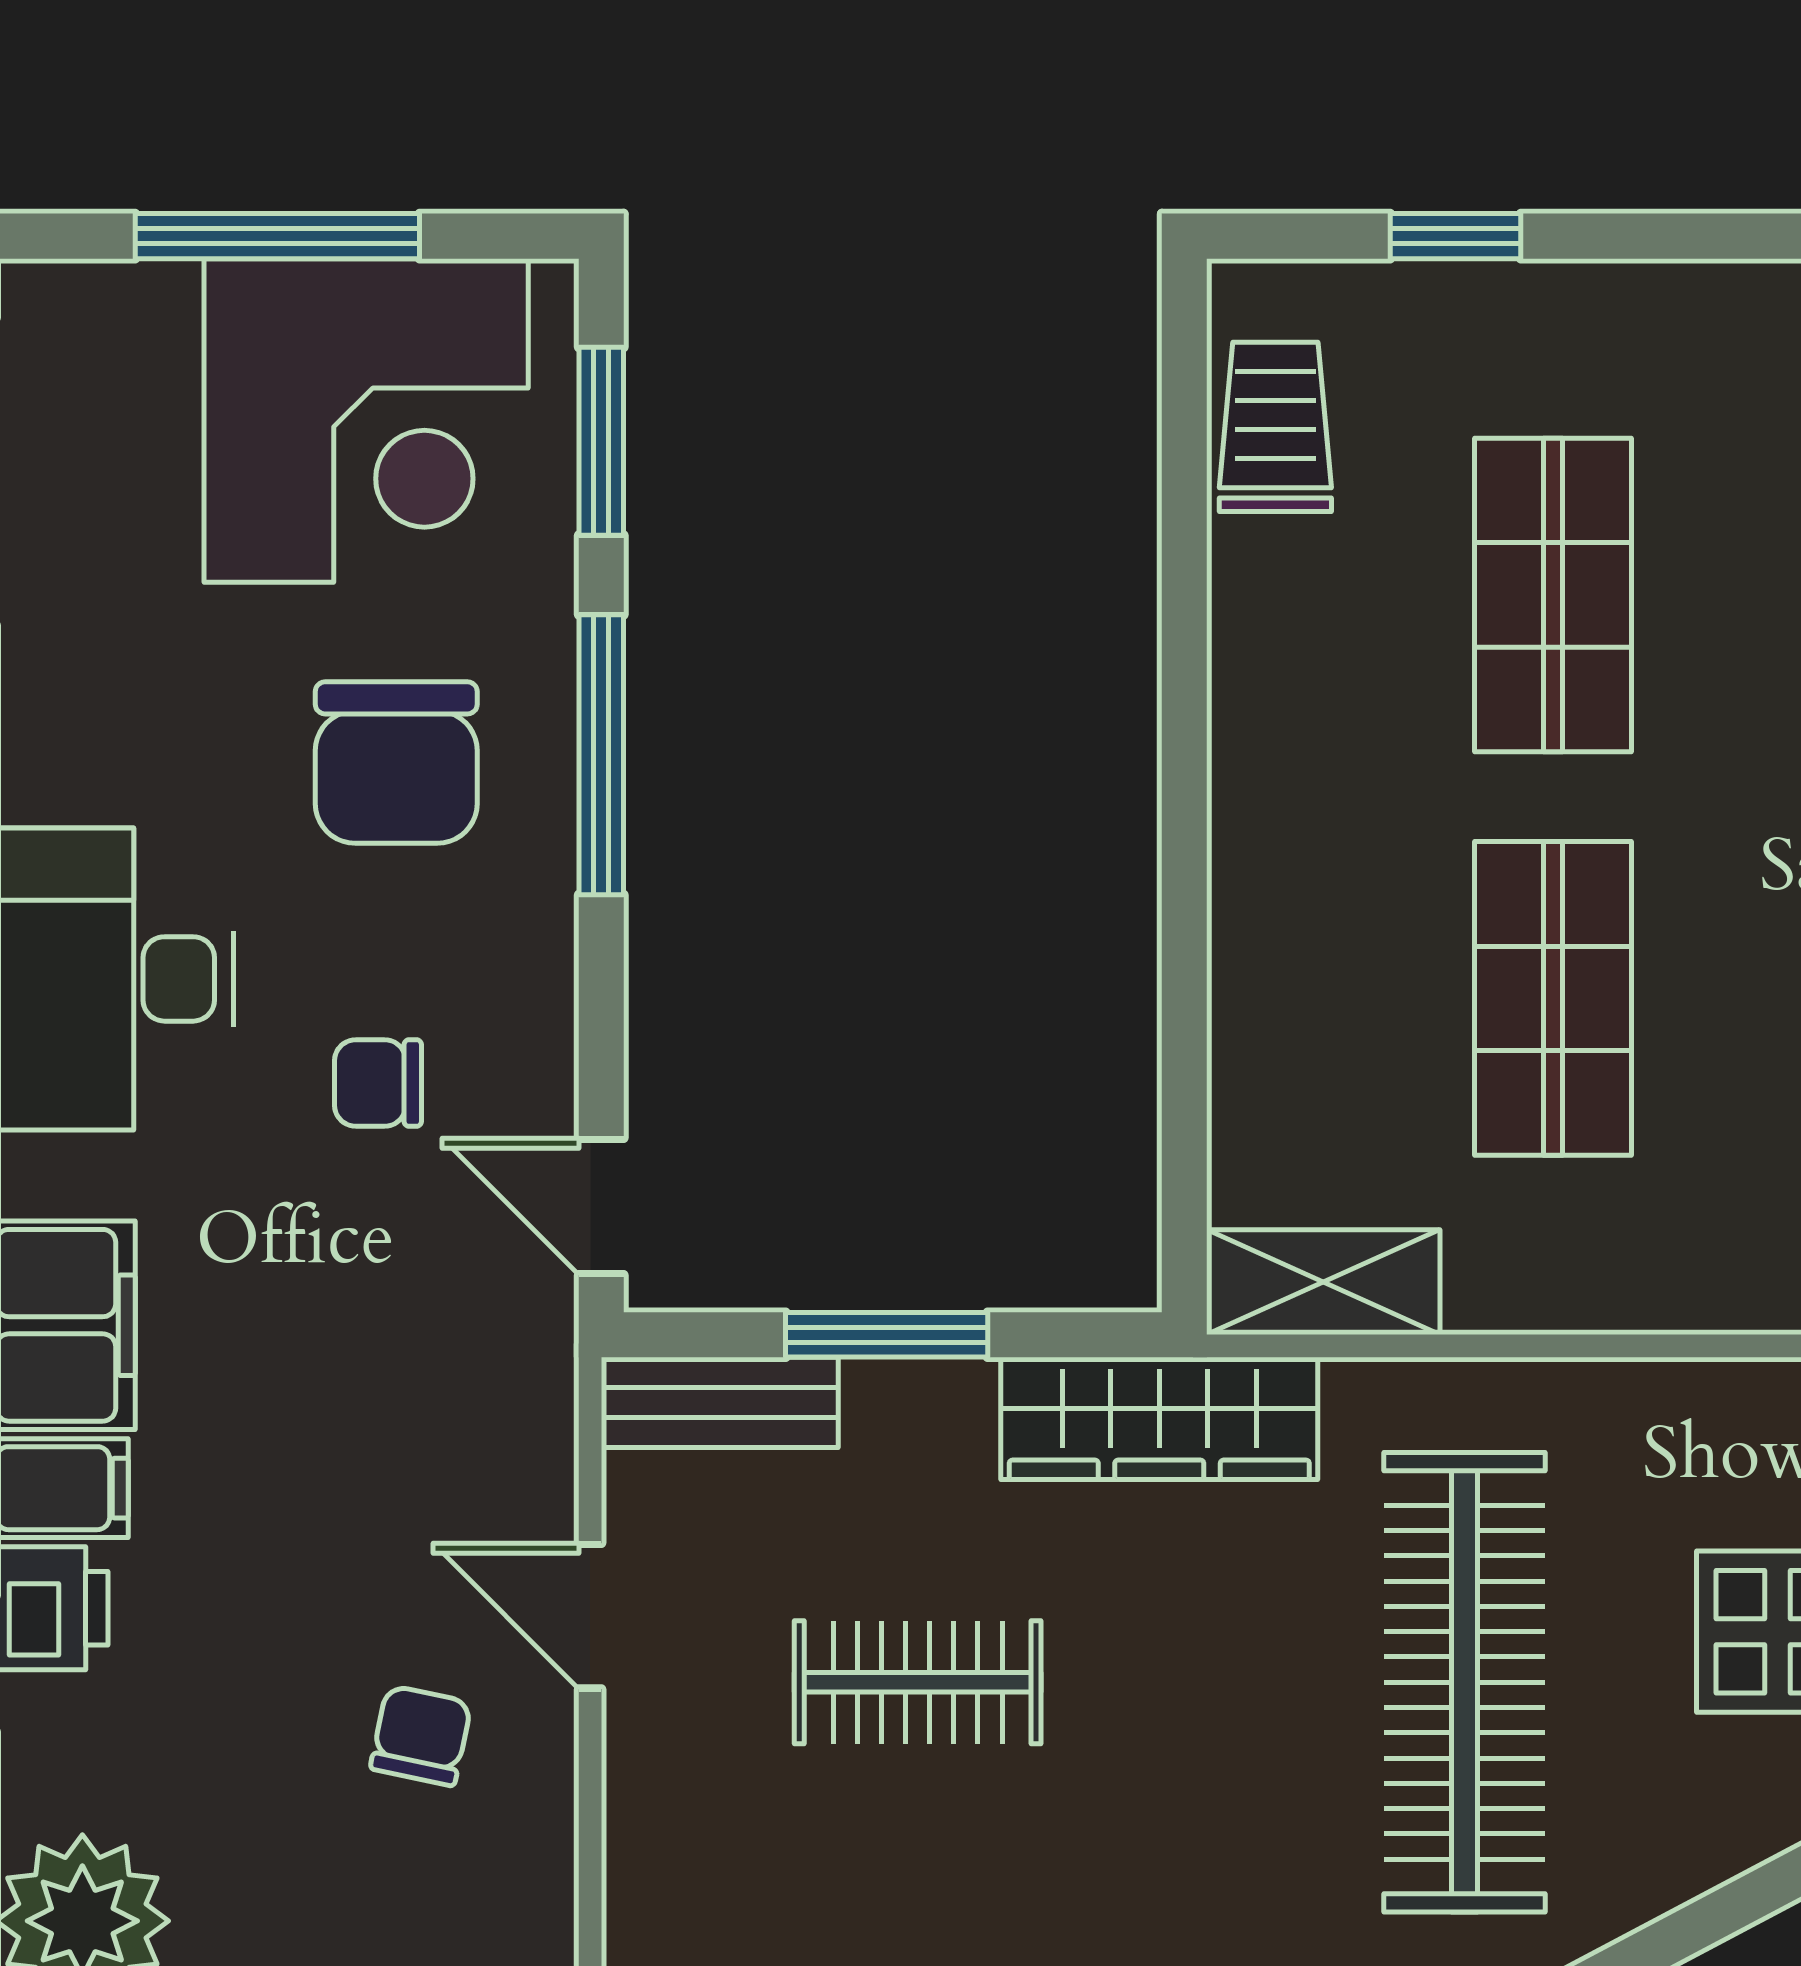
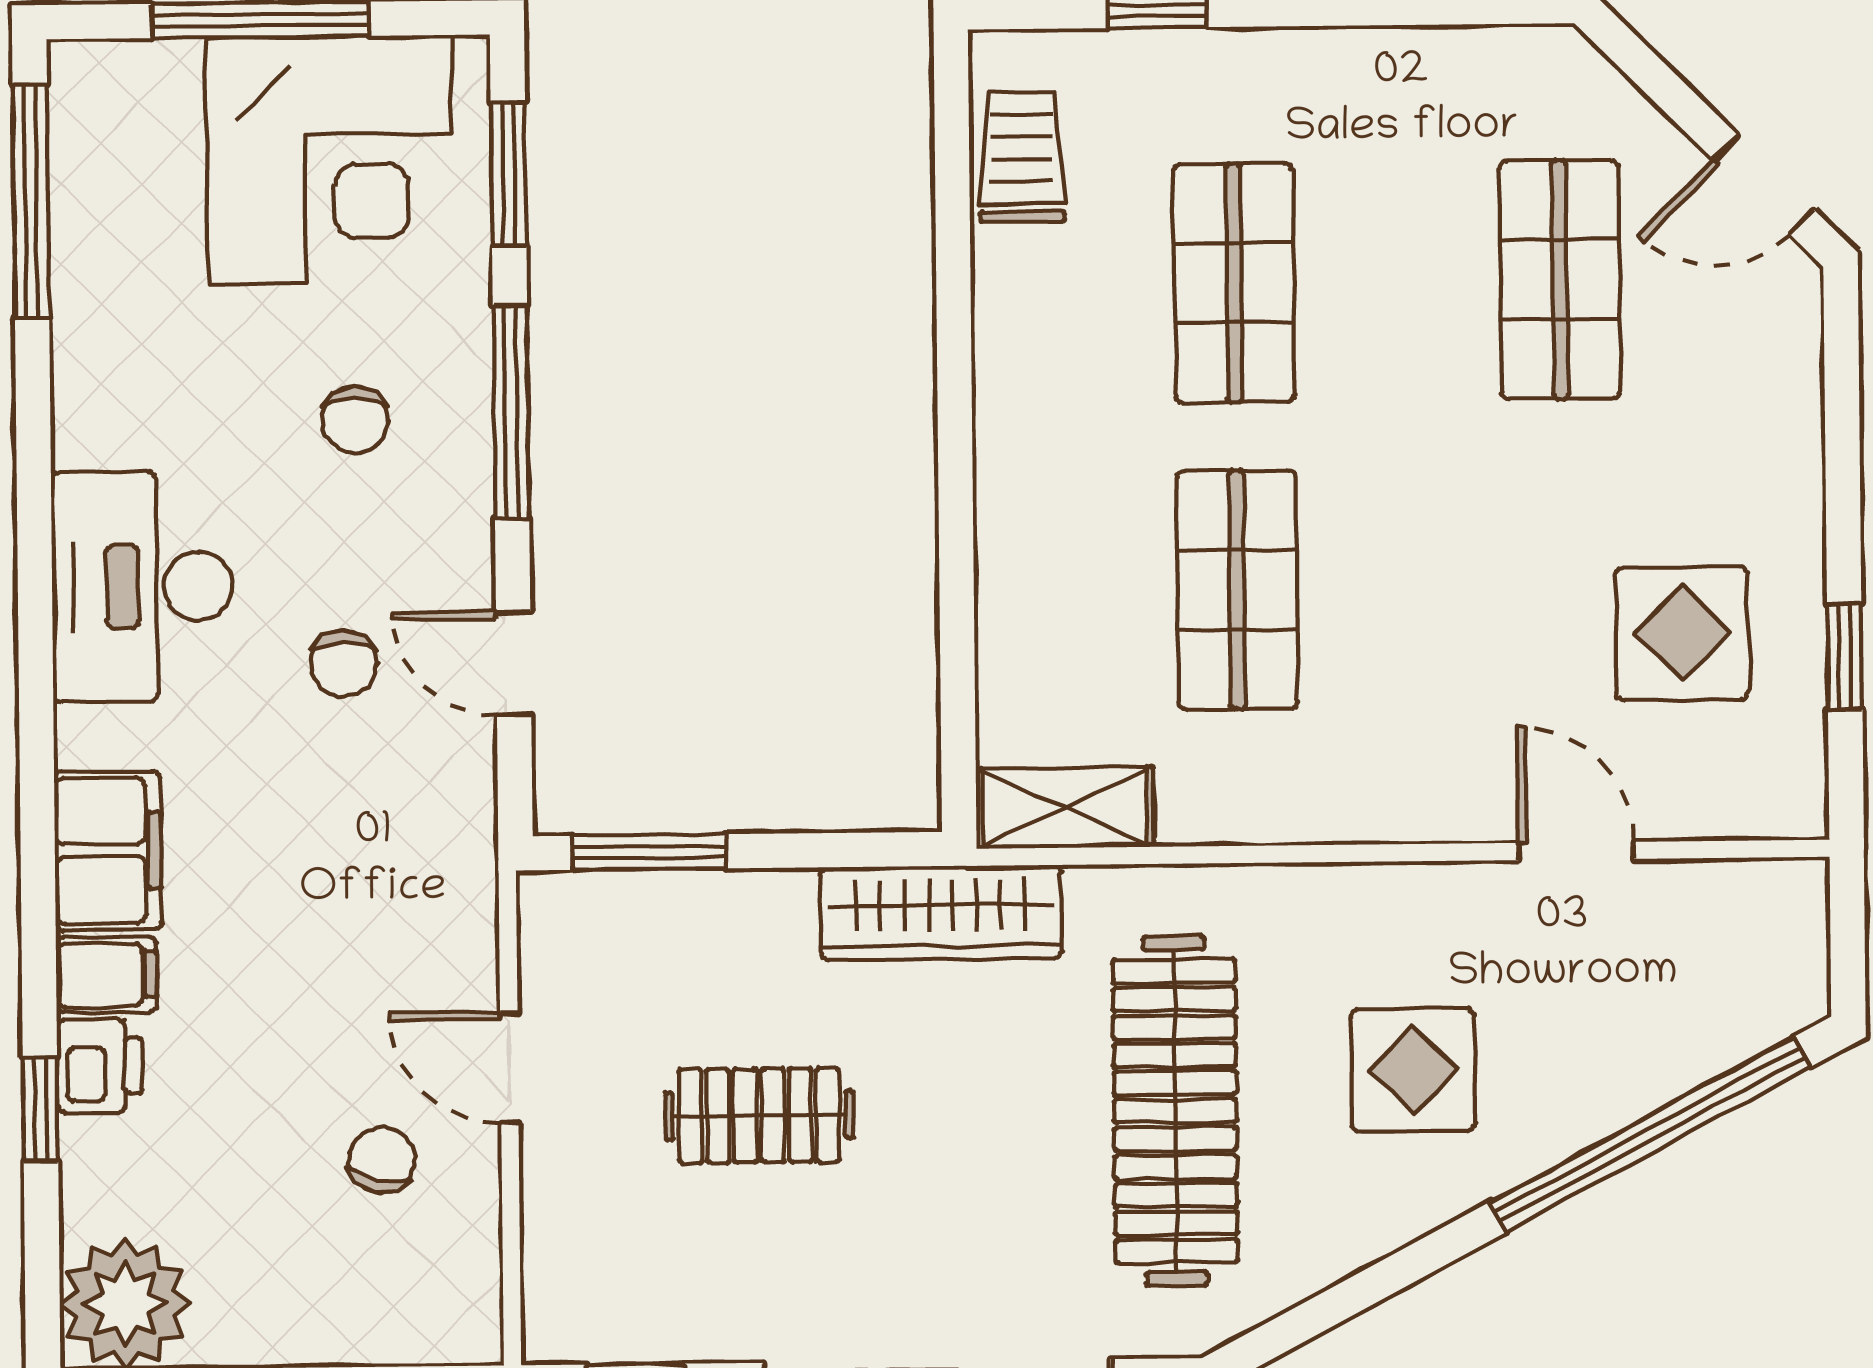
chair: (396, 763) -> (355, 420), width x0.54, depth x0.54
chair: (378, 1083) -> (344, 664), turned -90
door: (601, 1207) -> (514, 663), moved
window: (887, 1335) -> (650, 852), moved
bench: (720, 1402) -> (606, 904), removed

